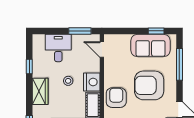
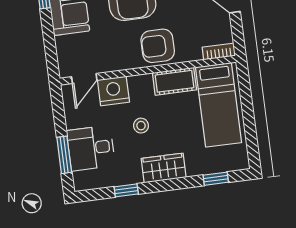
window: (80, 31) -> (64, 155), moved
nightstand: (92, 82) -> (113, 91), moved

